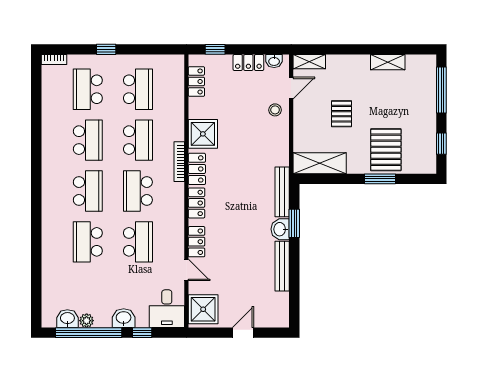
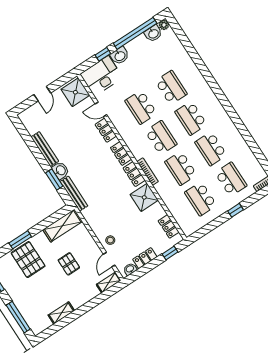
desk: (167, 309) -> (101, 76), width x1.37
plant: (87, 321) -> (164, 25), moved

